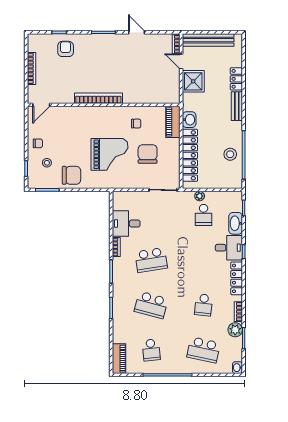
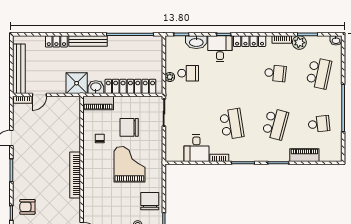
shower: (193, 81) -> (77, 83), moved
bench: (237, 106) -> (88, 41), width x1.36
stool: (230, 154) -> (129, 47), removed
piano: (119, 359) -> (304, 155), moved

